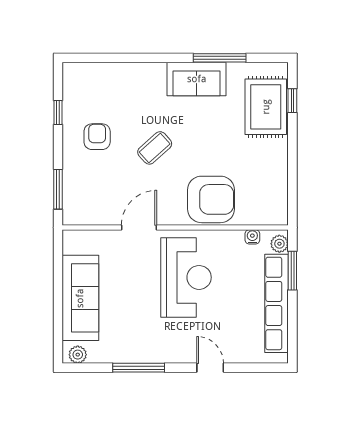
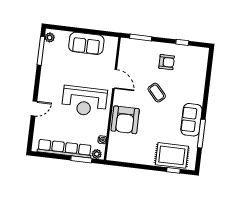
sofa: (80, 298) -> (86, 43), width x0.73
window: (139, 368) -> (41, 51), moved

